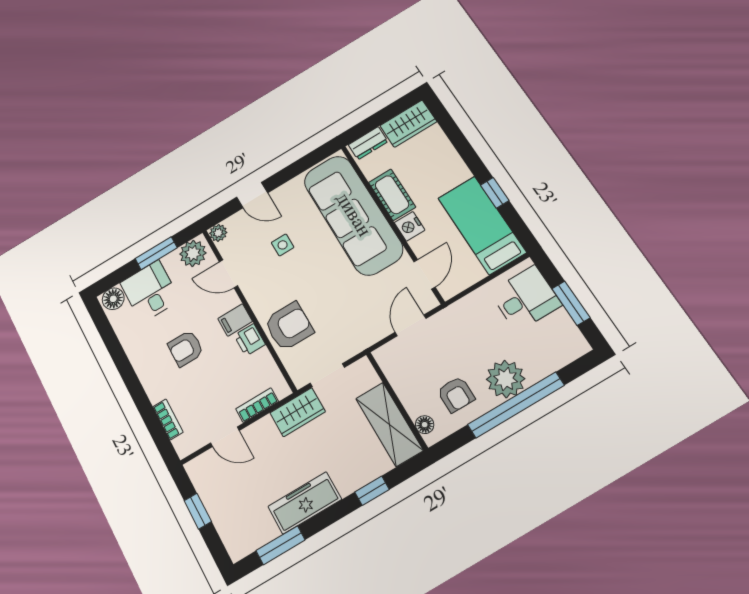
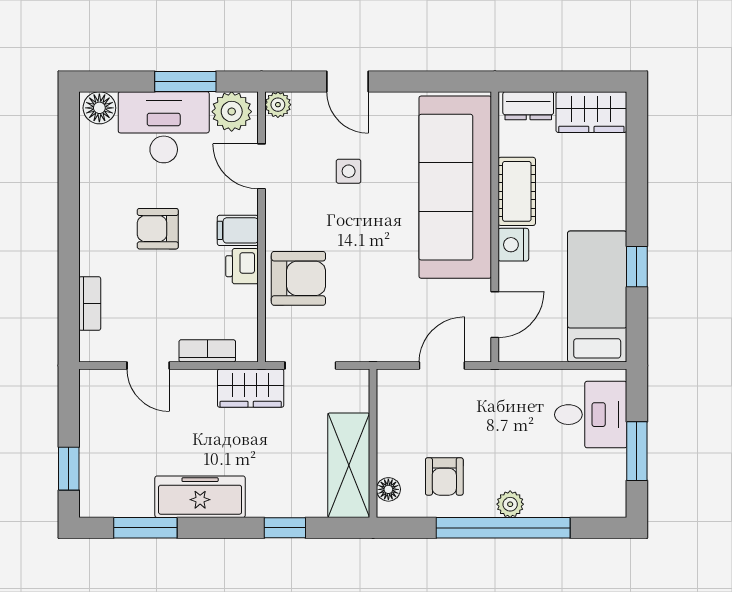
desk: (150, 291) -> (164, 127), width x1.37
plant: (506, 379) -> (510, 504), width x0.53, depth x0.53
window: (198, 511) -> (69, 469), moved

